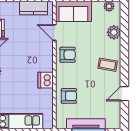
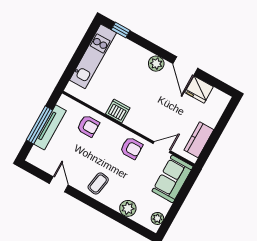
armchair: (68, 55) -> (131, 148), turned -90
armchair: (69, 96) -> (88, 126), turned -90

